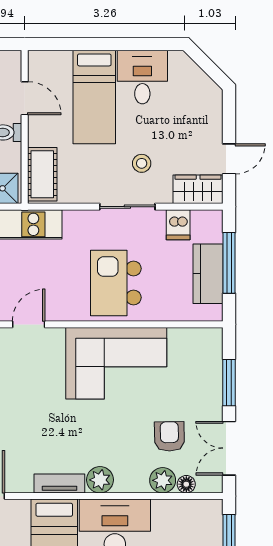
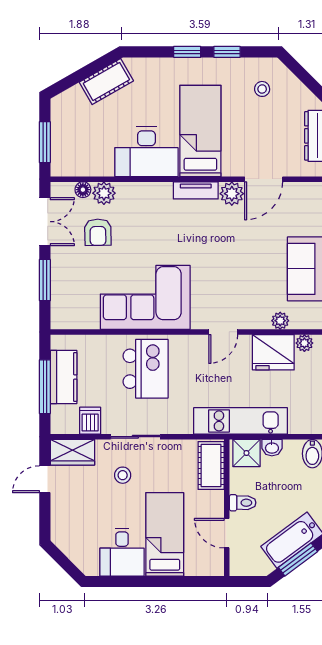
plant: (100, 480) -> (232, 194), moved

